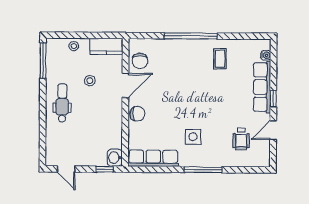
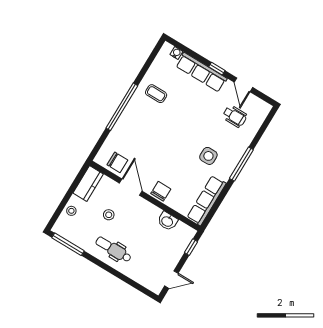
washbasin: (115, 158) -> (167, 221), moved

